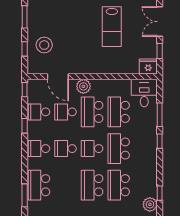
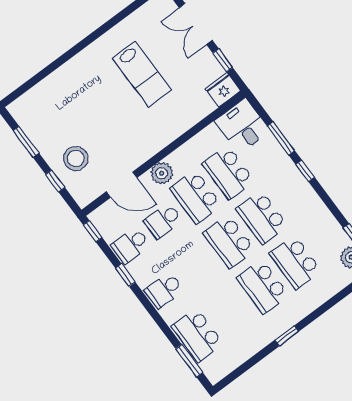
school desk: (66, 149) -> (197, 266), removed
school desk: (92, 149) -> (229, 242), width x1.85

